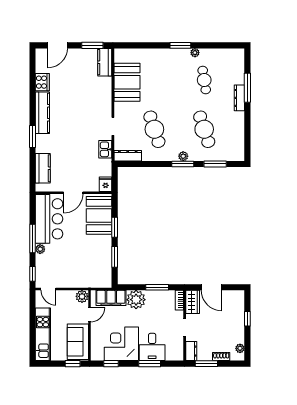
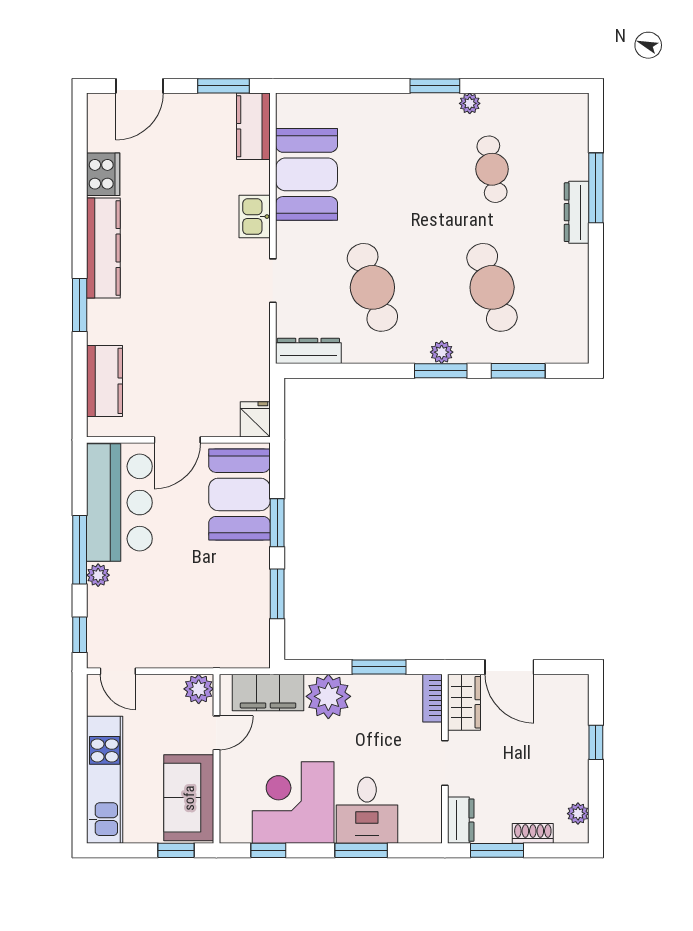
kitchen sink: (105, 149) -> (255, 217), moved

